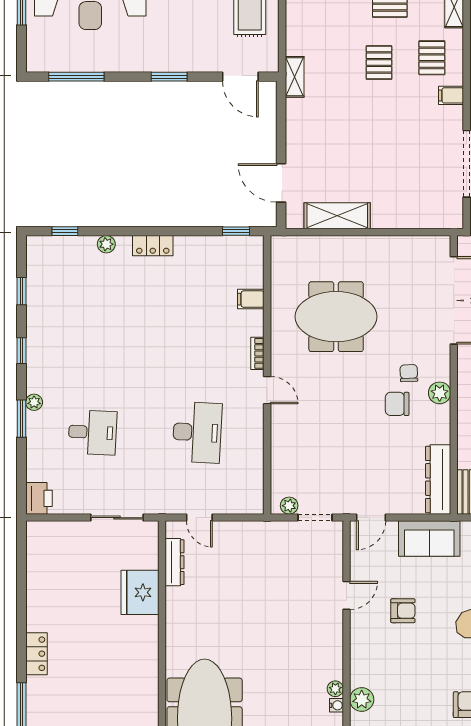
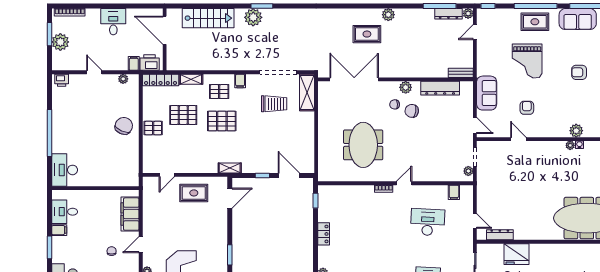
pallet: (379, 63) -> (222, 121), width x1.50, depth x1.42
window: (169, 77) -> (230, 255), moved
window: (281, 135) -> (262, 176), added
trolley: (410, 157) -> (274, 104), added
door: (281, 183) -> (289, 176), swing flipped
shelving: (337, 216) -> (307, 92), moved
locker: (153, 246) -> (324, 234), moved
filing cabinet: (251, 299) -> (454, 192), moved
chair: (397, 404) -> (412, 111), turned 100
dresser: (438, 479) -> (440, 88), moved
door: (199, 518) -> (475, 221), hinge flipped

